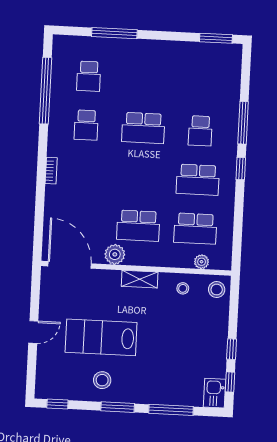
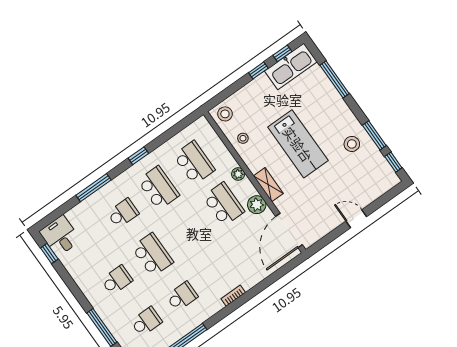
window: (216, 38) -> (49, 253), width x0.67
desk: (224, 60) -> (60, 236), added
school desk: (146, 79) -> (117, 280), added
window: (241, 169) -> (138, 156), moved
plant: (202, 262) -> (238, 174), moved
shelving: (140, 279) -> (268, 185), moved
lab bench: (101, 337) -> (298, 144), moved
kitchen sink: (215, 393) -> (291, 66), width x1.87, depth x1.24
window: (118, 407) -> (374, 135), moved

